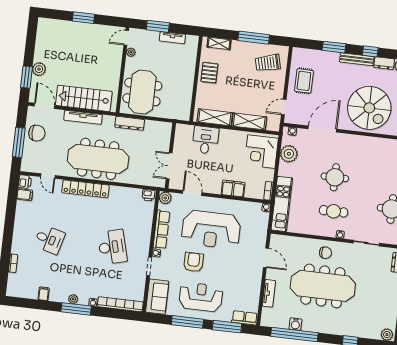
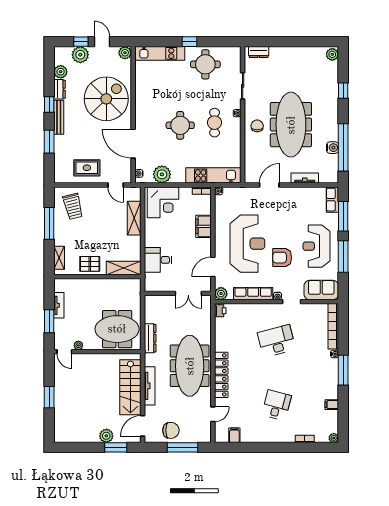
shelving: (215, 117) -> (124, 268), moved, turned 90
chair: (37, 133) -> (171, 430), turned 90
printer: (25, 182) -> (221, 437), removed
plant: (73, 299) -> (334, 438), moved

